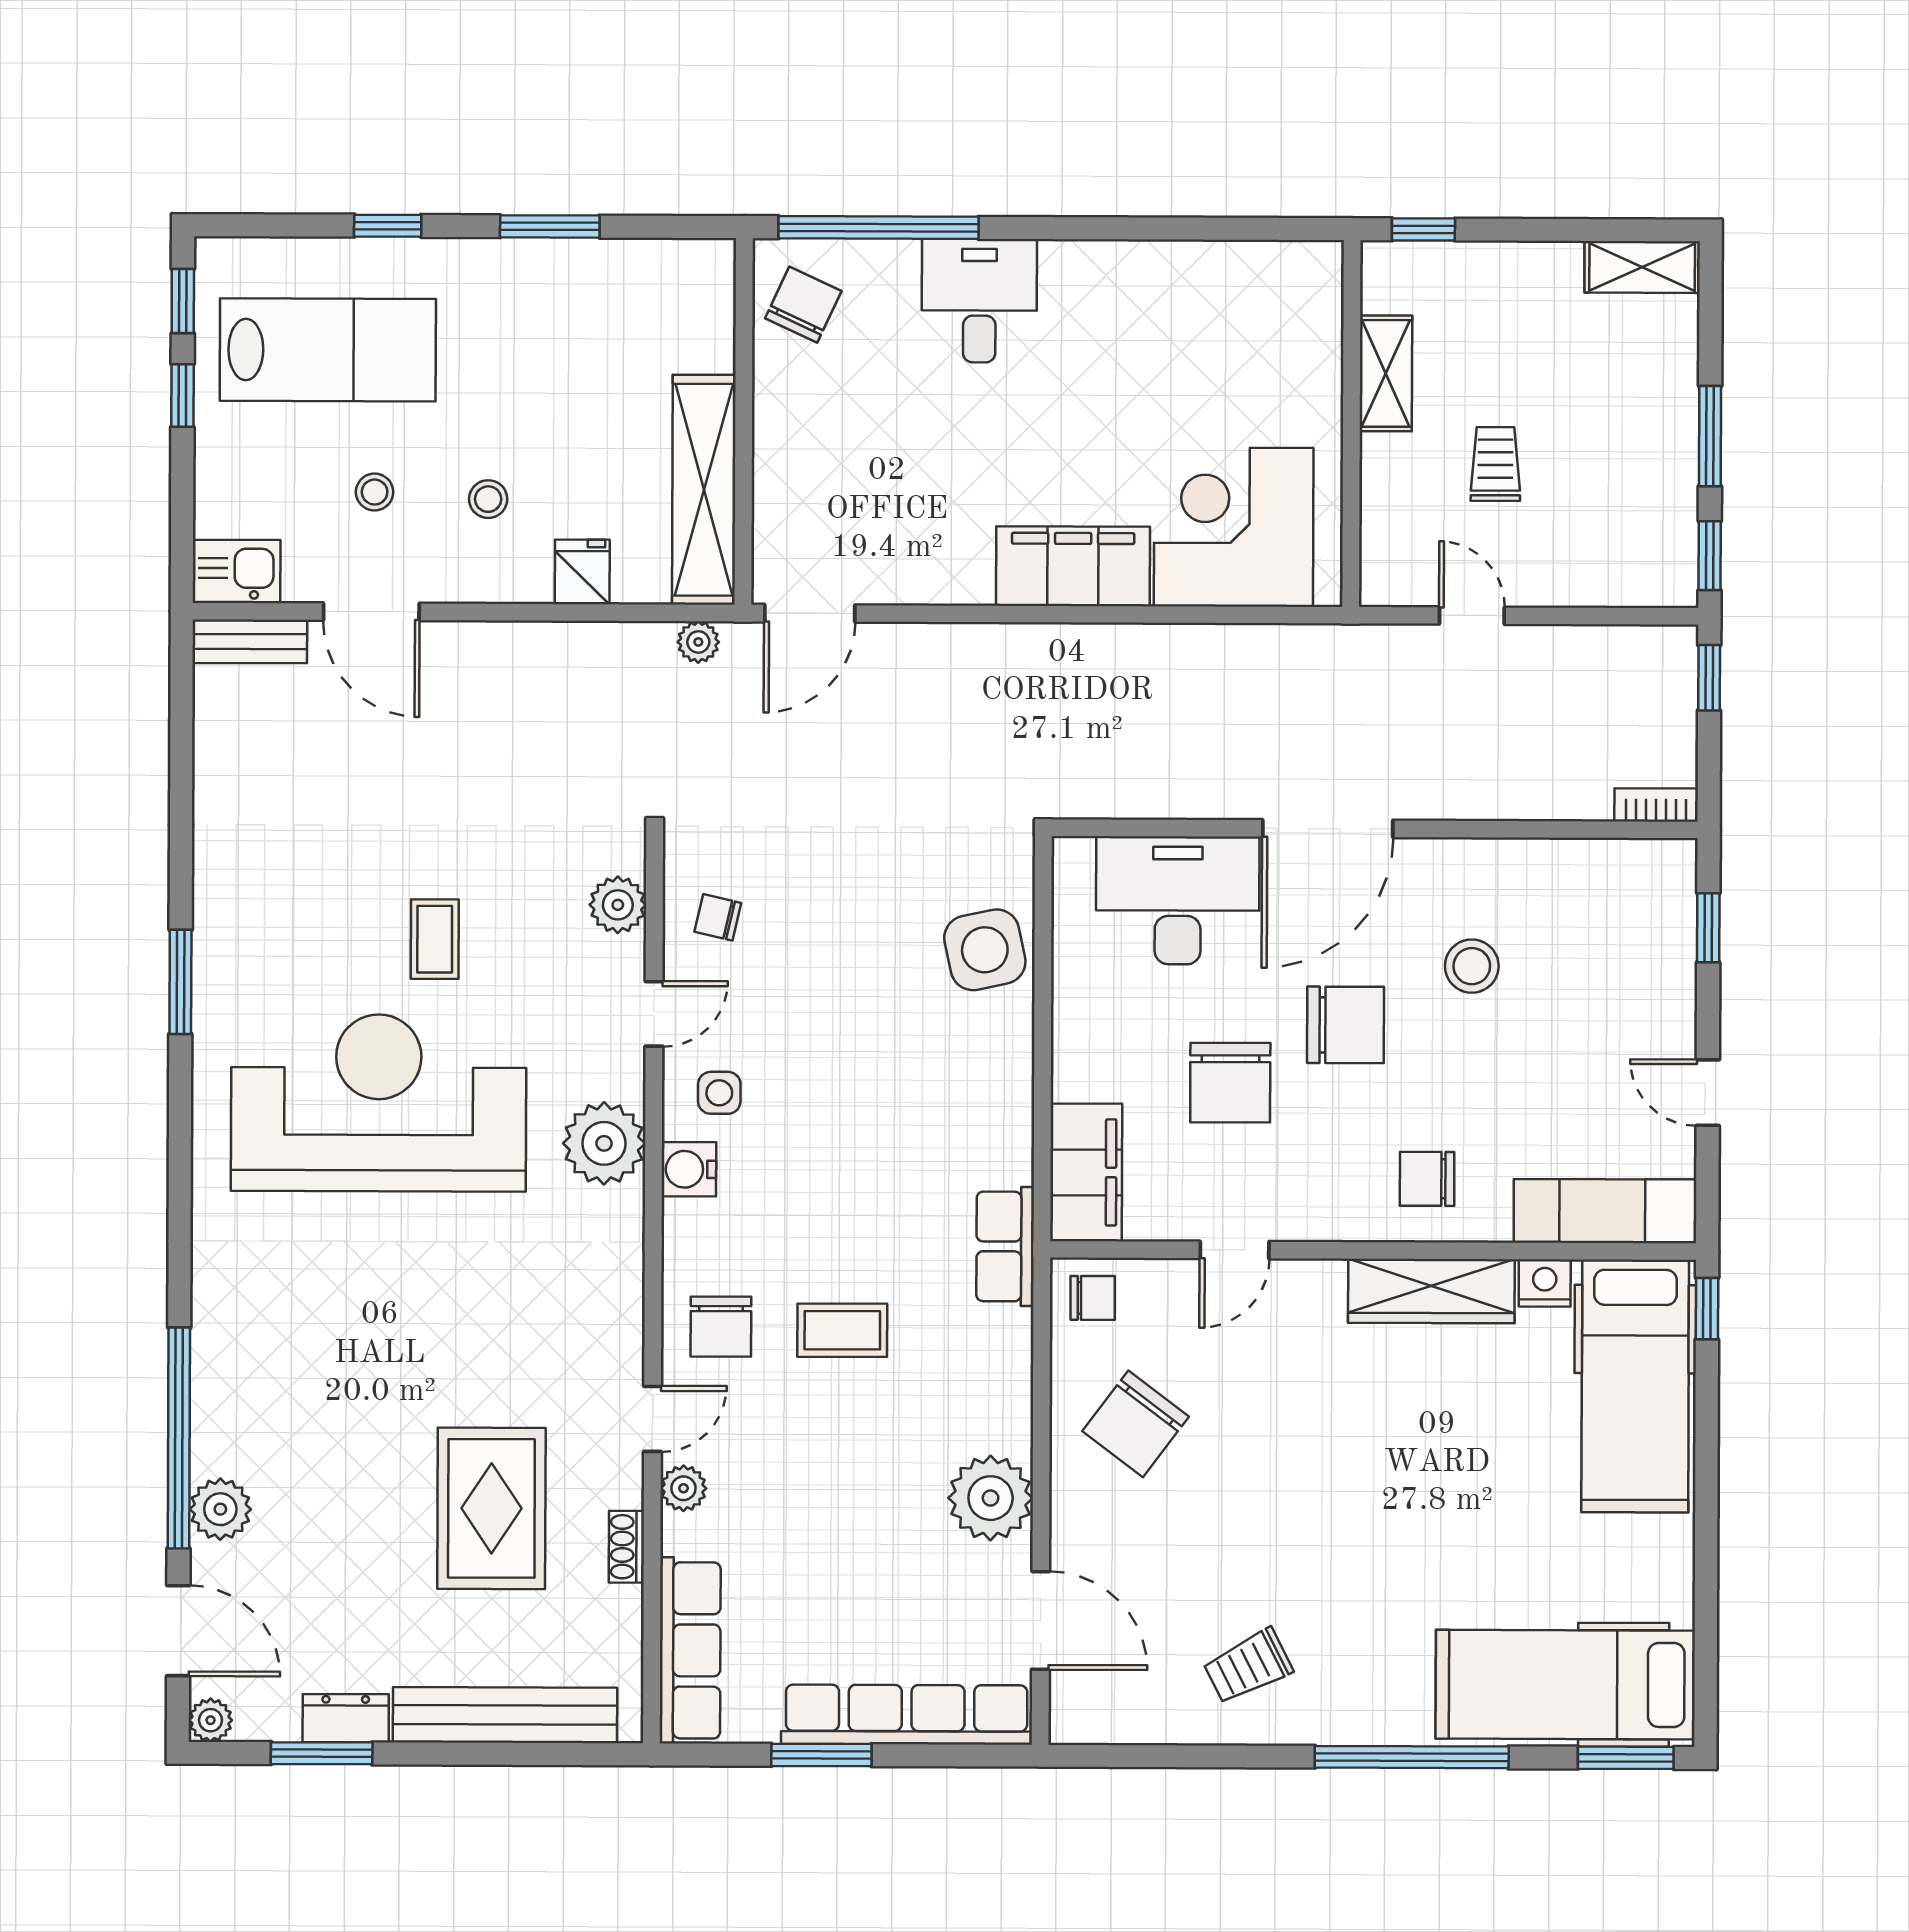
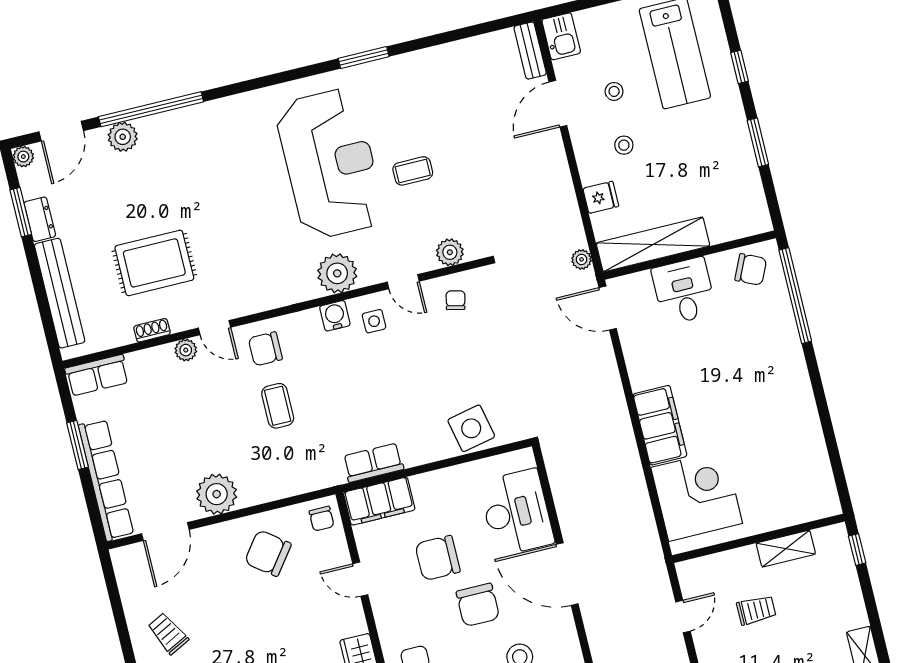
desk: (979, 301) -> (684, 291), moved, turned -90
row of seats: (1005, 1246) -> (373, 463), moved
row of seats: (690, 1650) -> (97, 375), width x0.68

